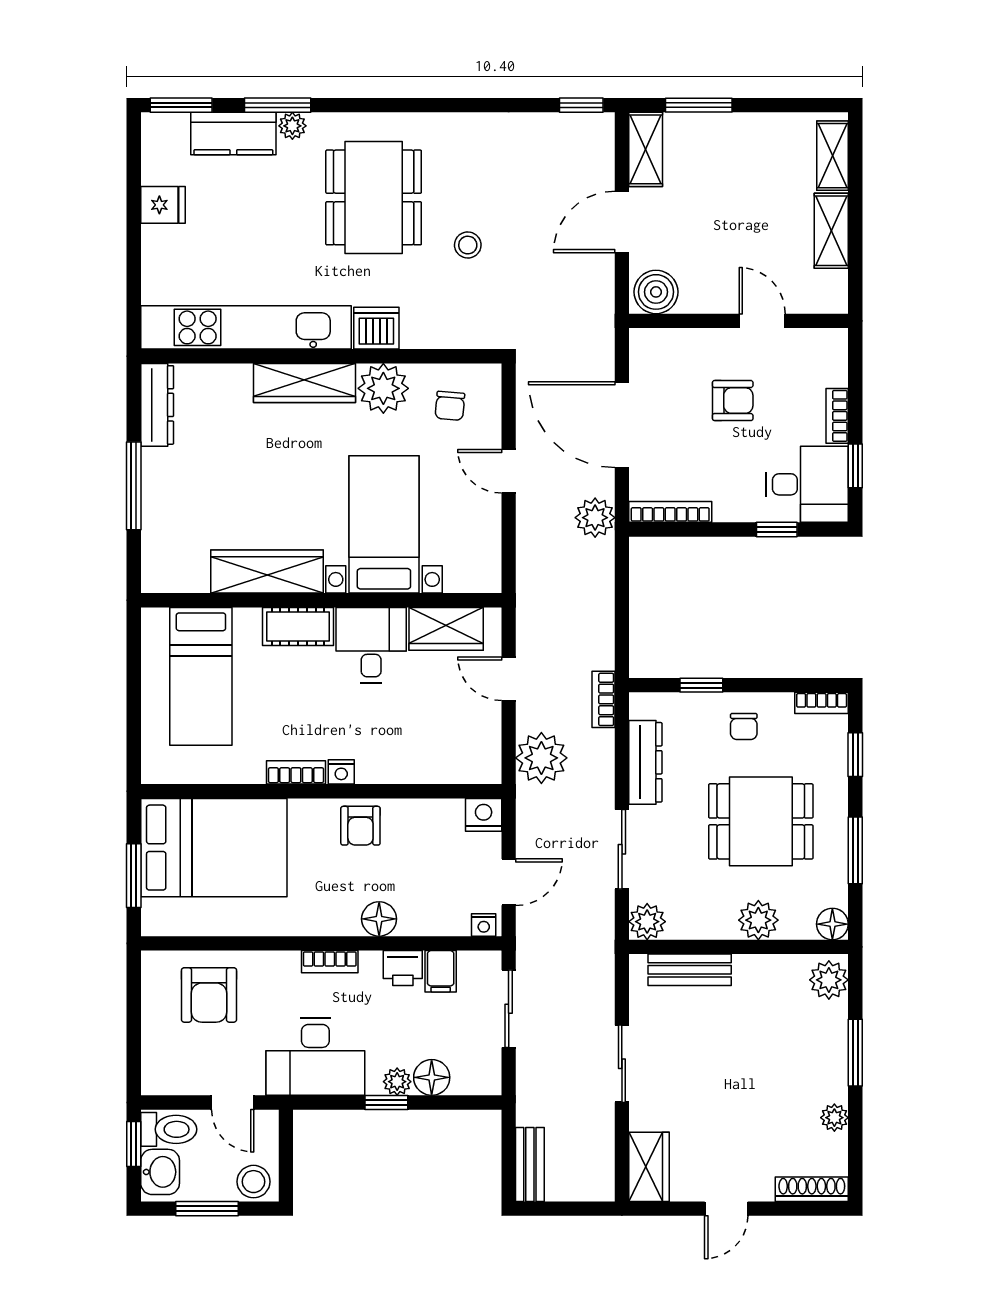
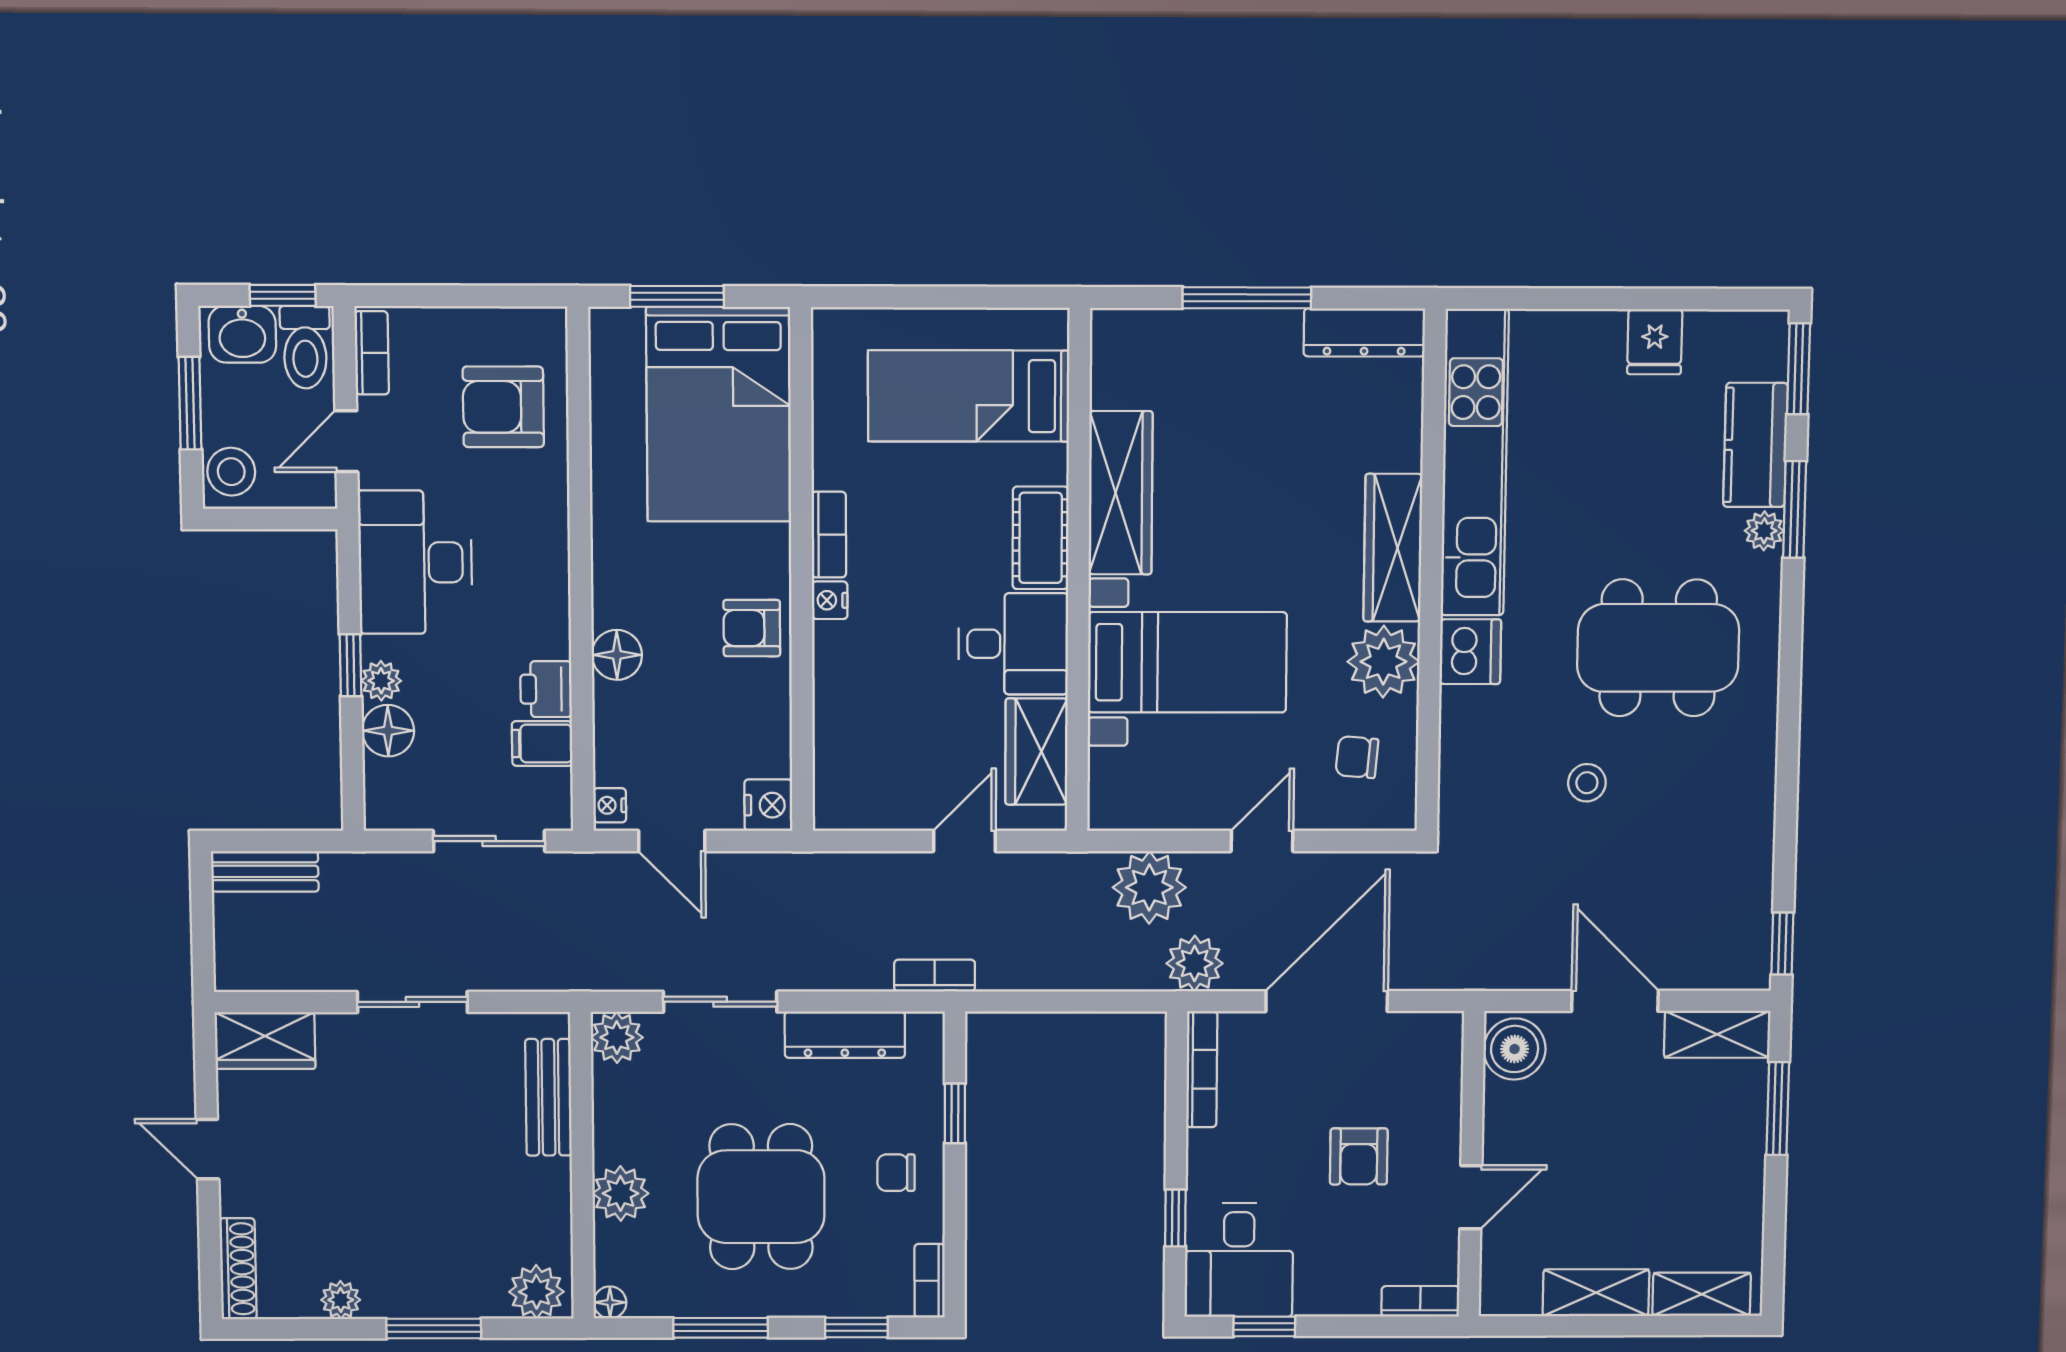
bookcase: (837, 416) -> (1420, 1301), moved
plant: (541, 758) -> (1149, 887), moved
floor lamp: (832, 924) -> (610, 1302), width x0.73, depth x0.73
bookcase: (330, 962) -> (372, 353), moved, turned 180

